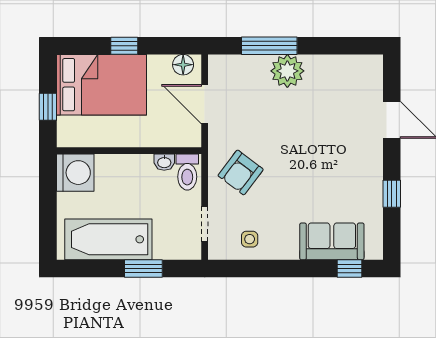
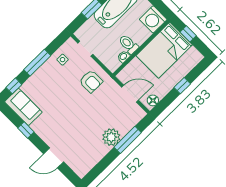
bed: (101, 85) -> (164, 50), moved
toilet: (187, 172) -> (129, 44), moved
armchair: (241, 172) -> (91, 81), turned 143
sofa: (332, 241) -> (23, 107), moved, turned -90
window: (287, 269) -> (37, 63), added

